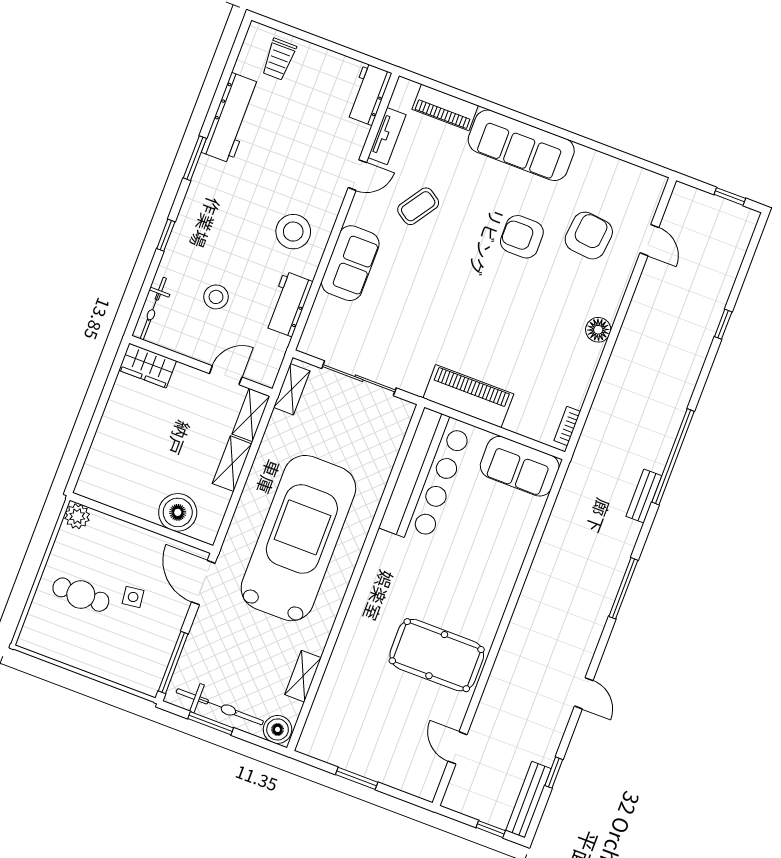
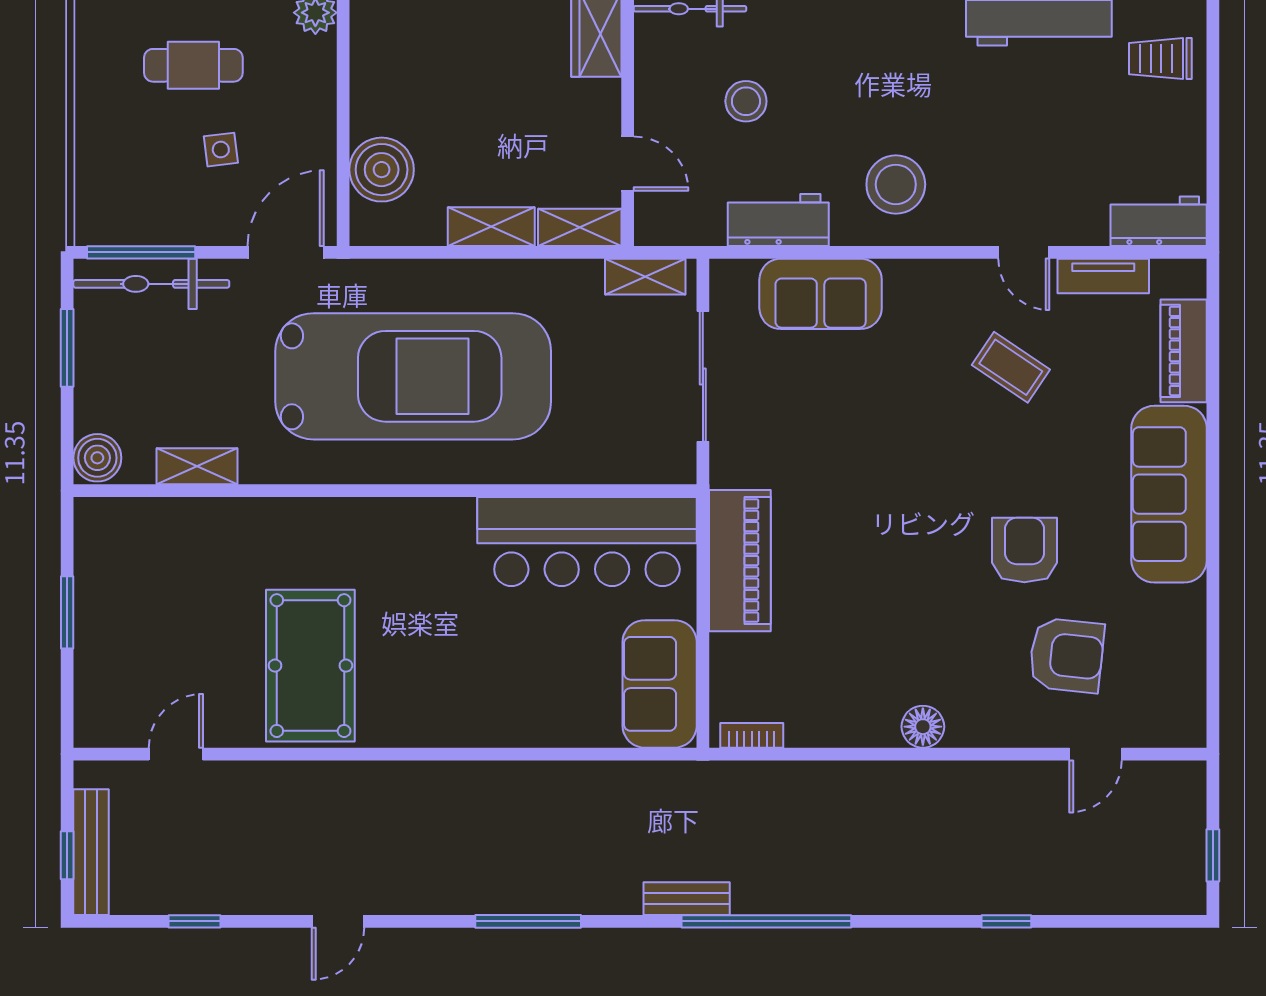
sofa: (350, 263) -> (821, 294), moved
cafe table: (81, 595) -> (193, 65), turned 90
bicycle: (220, 707) -> (151, 284), moved, turned 90
bench: (528, 800) -> (91, 852), moved, turned 90

